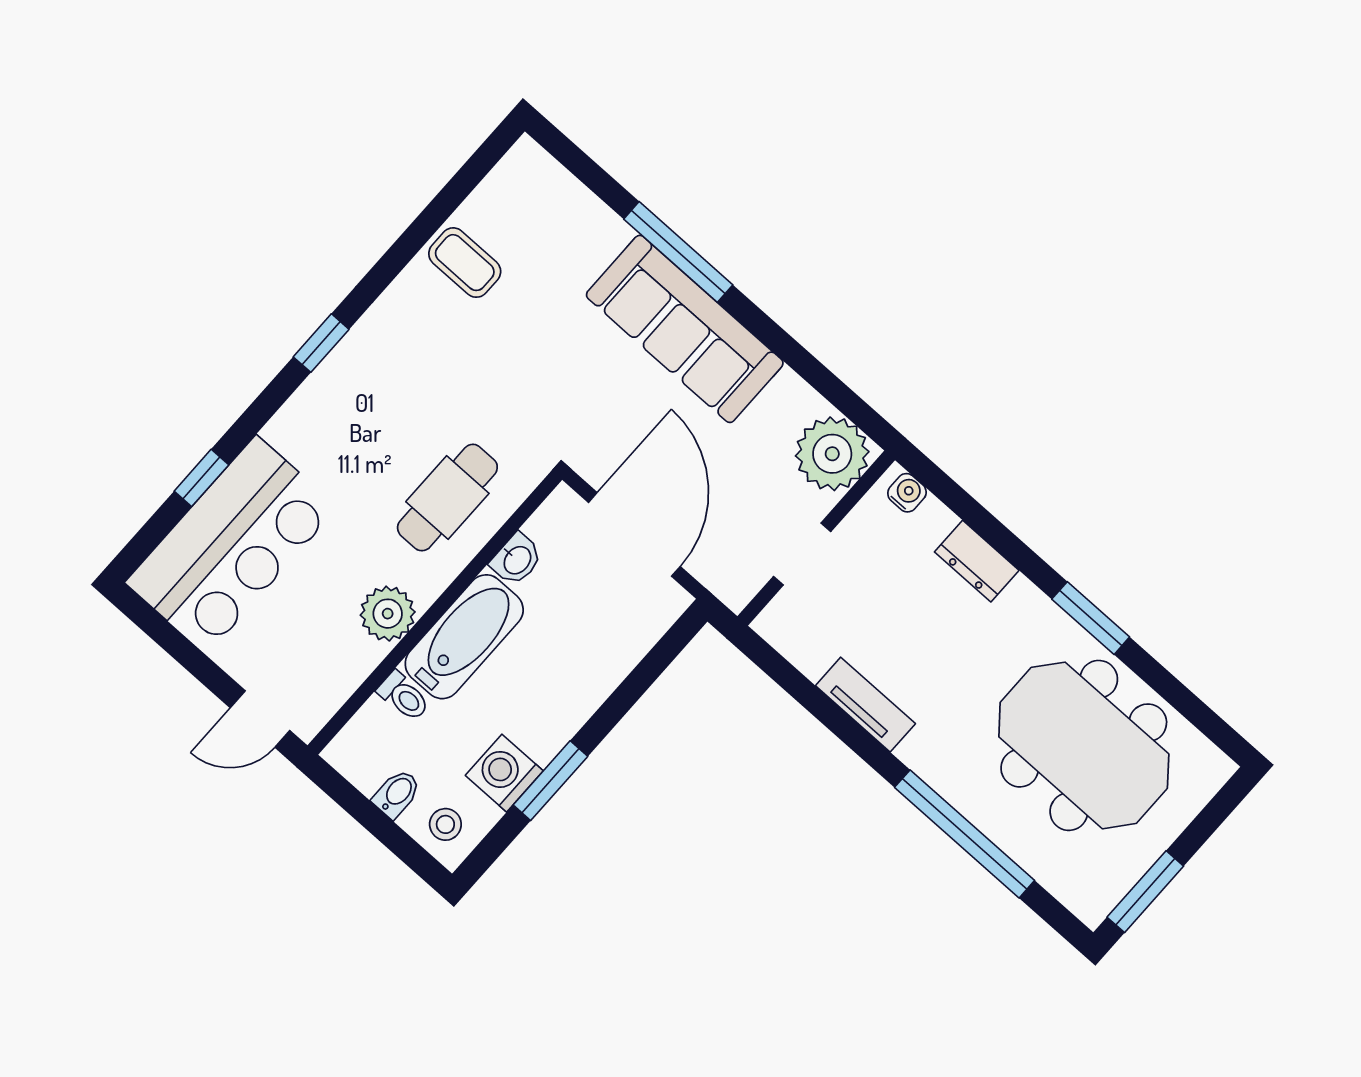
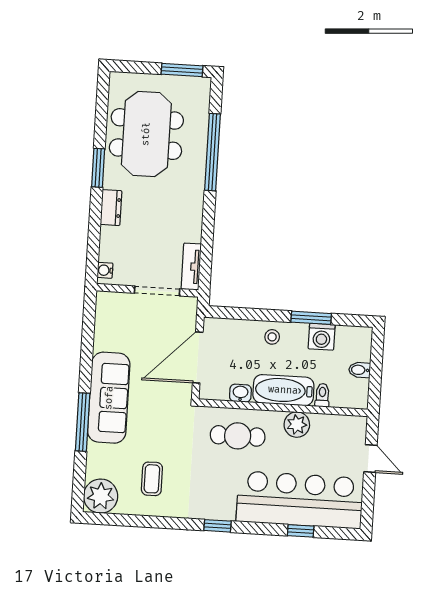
coffee table: (465, 263) -> (152, 479), moved
plant: (832, 454) -> (101, 496), moved
bar counter: (231, 545) -> (300, 500), width x1.36
doorway: (802, 554) -> (157, 291), width x1.38
dresser: (977, 561) -> (111, 208), moved
tv unit: (865, 705) -> (191, 267), moved
door: (260, 719) -> (370, 459), moved
stool: (445, 824) -> (272, 337), moved

